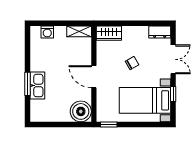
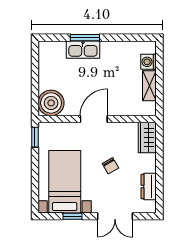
shelving: (79, 31) -> (149, 86), moved
dresser: (160, 32) -> (149, 187), moved

